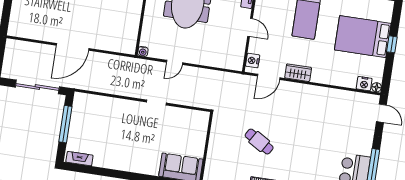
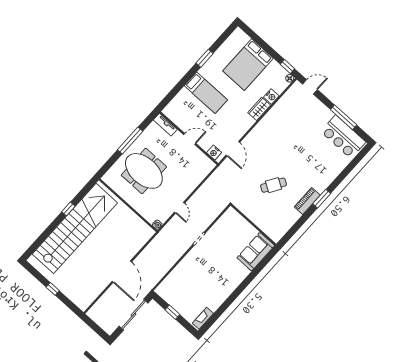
window: (392, 44) -> (287, 67), moved
wardrobe: (298, 73) -> (259, 109), moved
nightstand: (364, 84) -> (271, 97), moved
window: (65, 124) -> (172, 312), width x0.46

